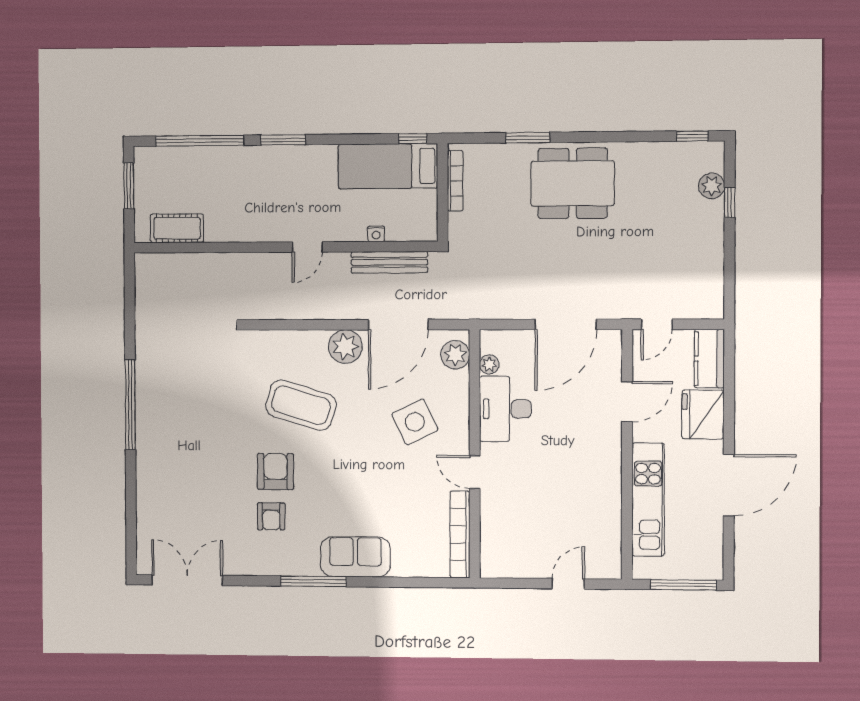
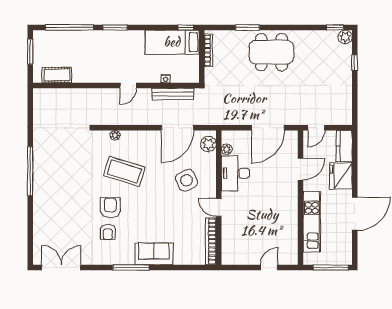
plant: (712, 186) -> (345, 37), moved
plant: (345, 347) -> (115, 135), moved, width x0.53, depth x0.53

